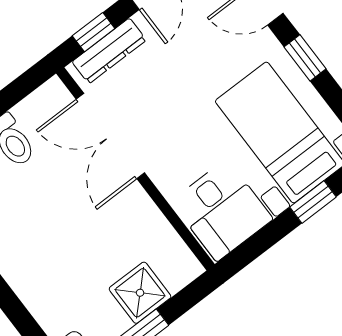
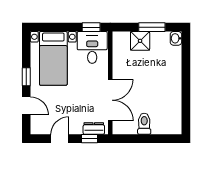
dresser: (109, 51) -> (94, 129), width x0.70
window: (313, 202) -> (91, 27), moved

